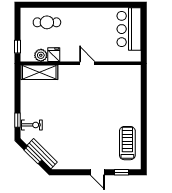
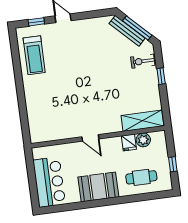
booth: (86, 19) -> (98, 187), added
window: (18, 47) -> (173, 164), moved
window: (18, 120) -> (161, 76), moved
window: (33, 155) -> (137, 28), width x1.44

